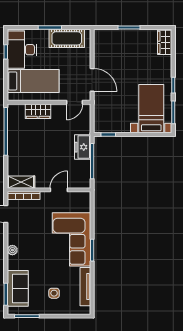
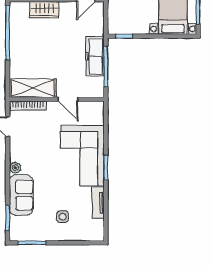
freezer: (83, 147) -> (95, 56), width x1.40
shelving: (21, 182) -> (33, 88), width x1.50, depth x1.33
door: (59, 190) -> (68, 99), swing flipped
tv unit: (85, 287) -> (98, 203), width x0.71
sofa: (18, 288) -> (21, 195), moved

